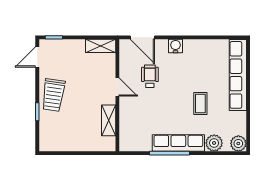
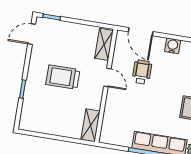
shelving: (101, 46) -> (104, 44), moved, turned 90
trolley: (53, 95) -> (63, 77), moved, turned 82
shelving: (109, 120) -> (91, 125), moved

